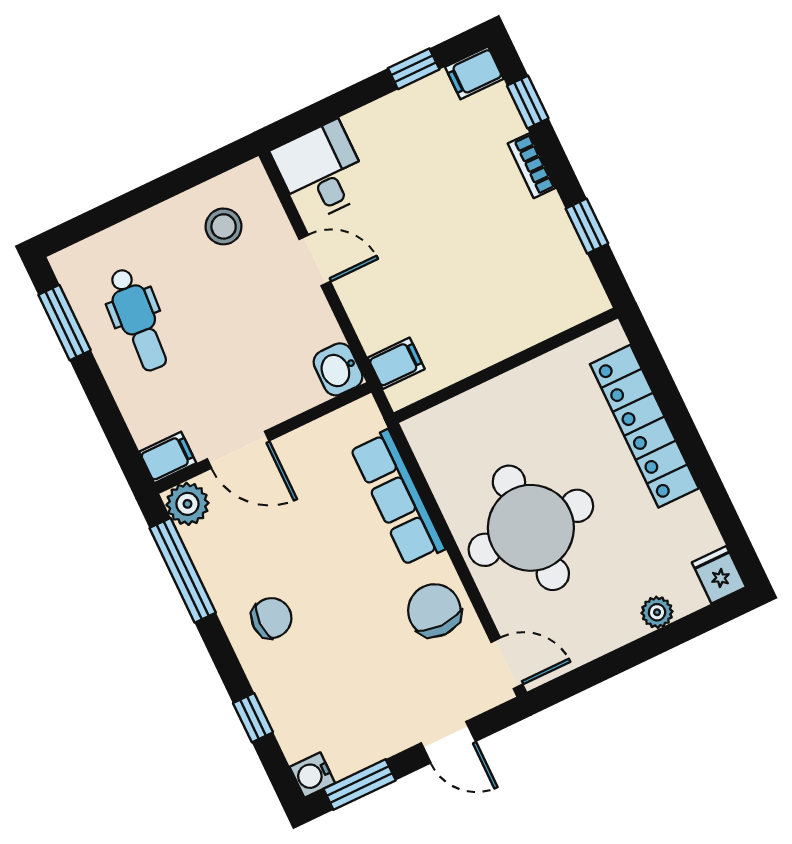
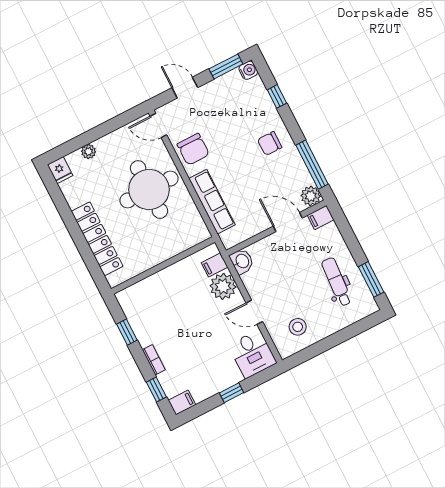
window: (414, 69) -> (232, 393), moved
plant: (380, 317) -> (223, 286), added

